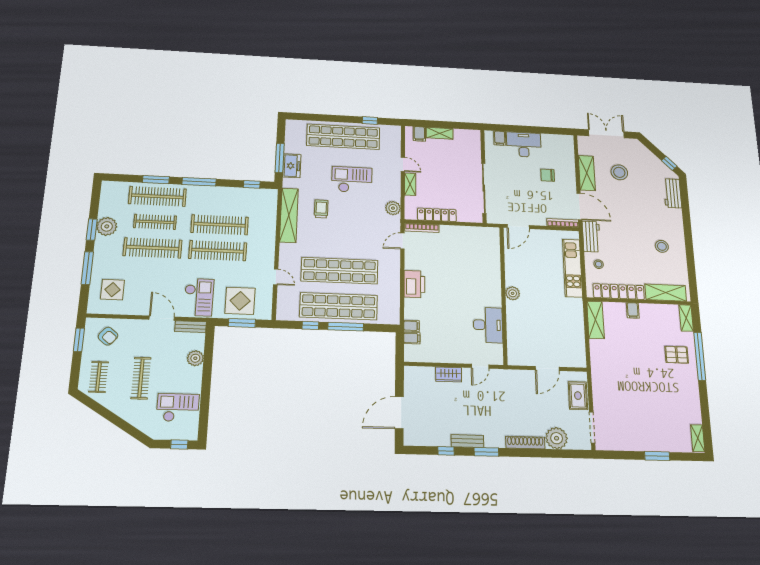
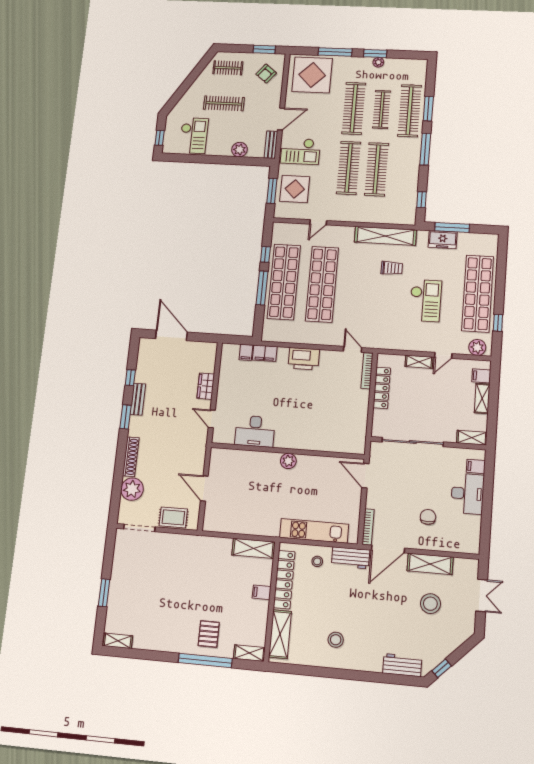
double door: (606, 134) -> (482, 596), width x0.73
shelving: (475, 141) -> (472, 438), added
plant: (393, 208) -> (477, 347), moved
plant: (107, 226) -> (378, 62), width x0.53, depth x0.53
display table: (112, 290) -> (312, 75), width x1.86, depth x1.86
filing cabinet: (412, 326) -> (265, 353), width x2.00

